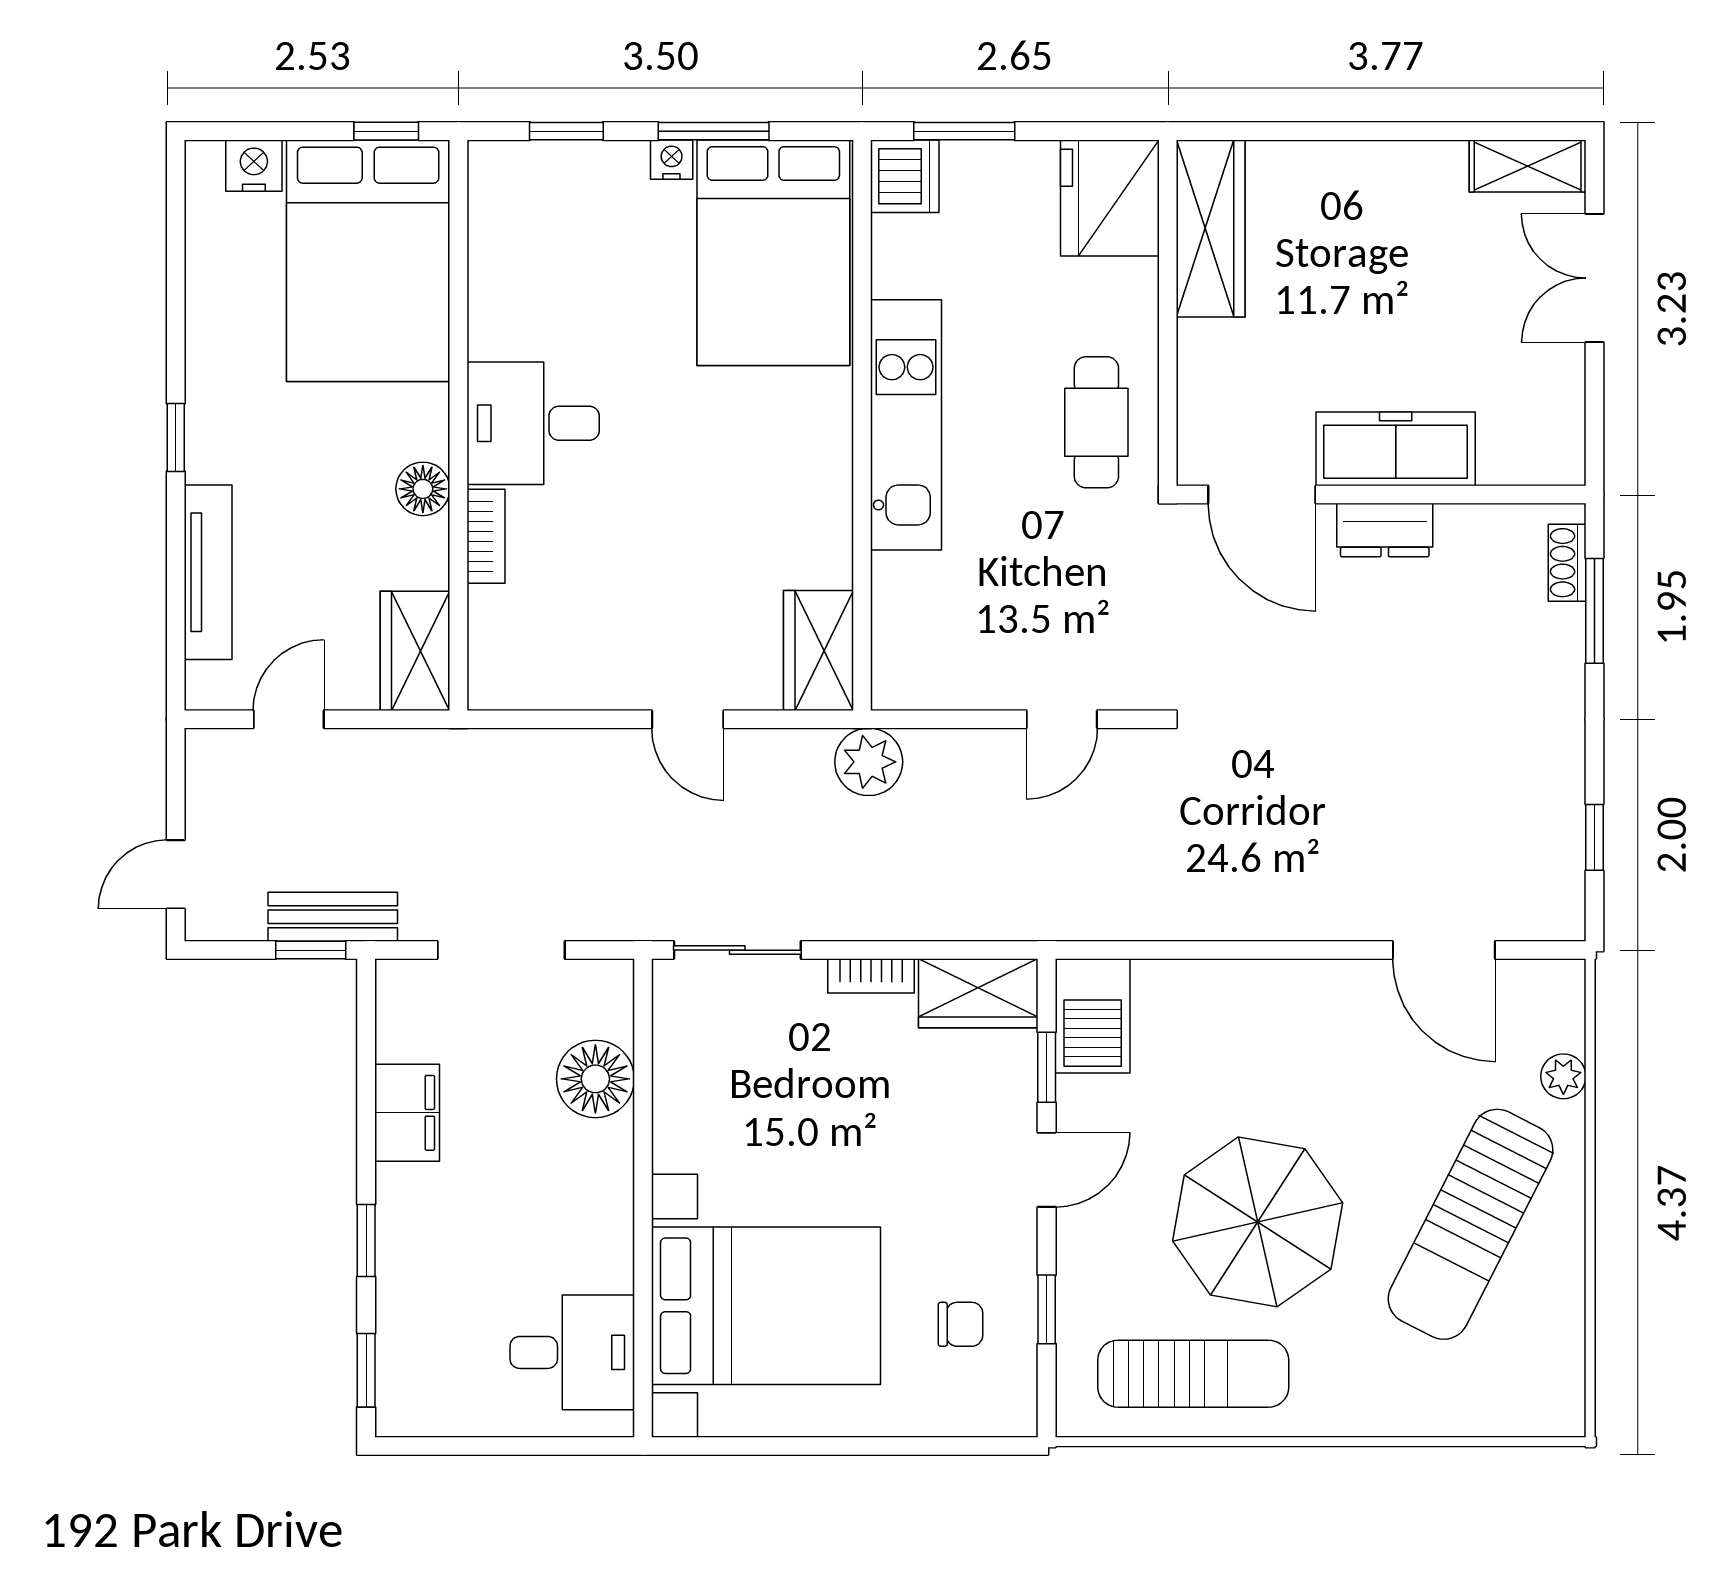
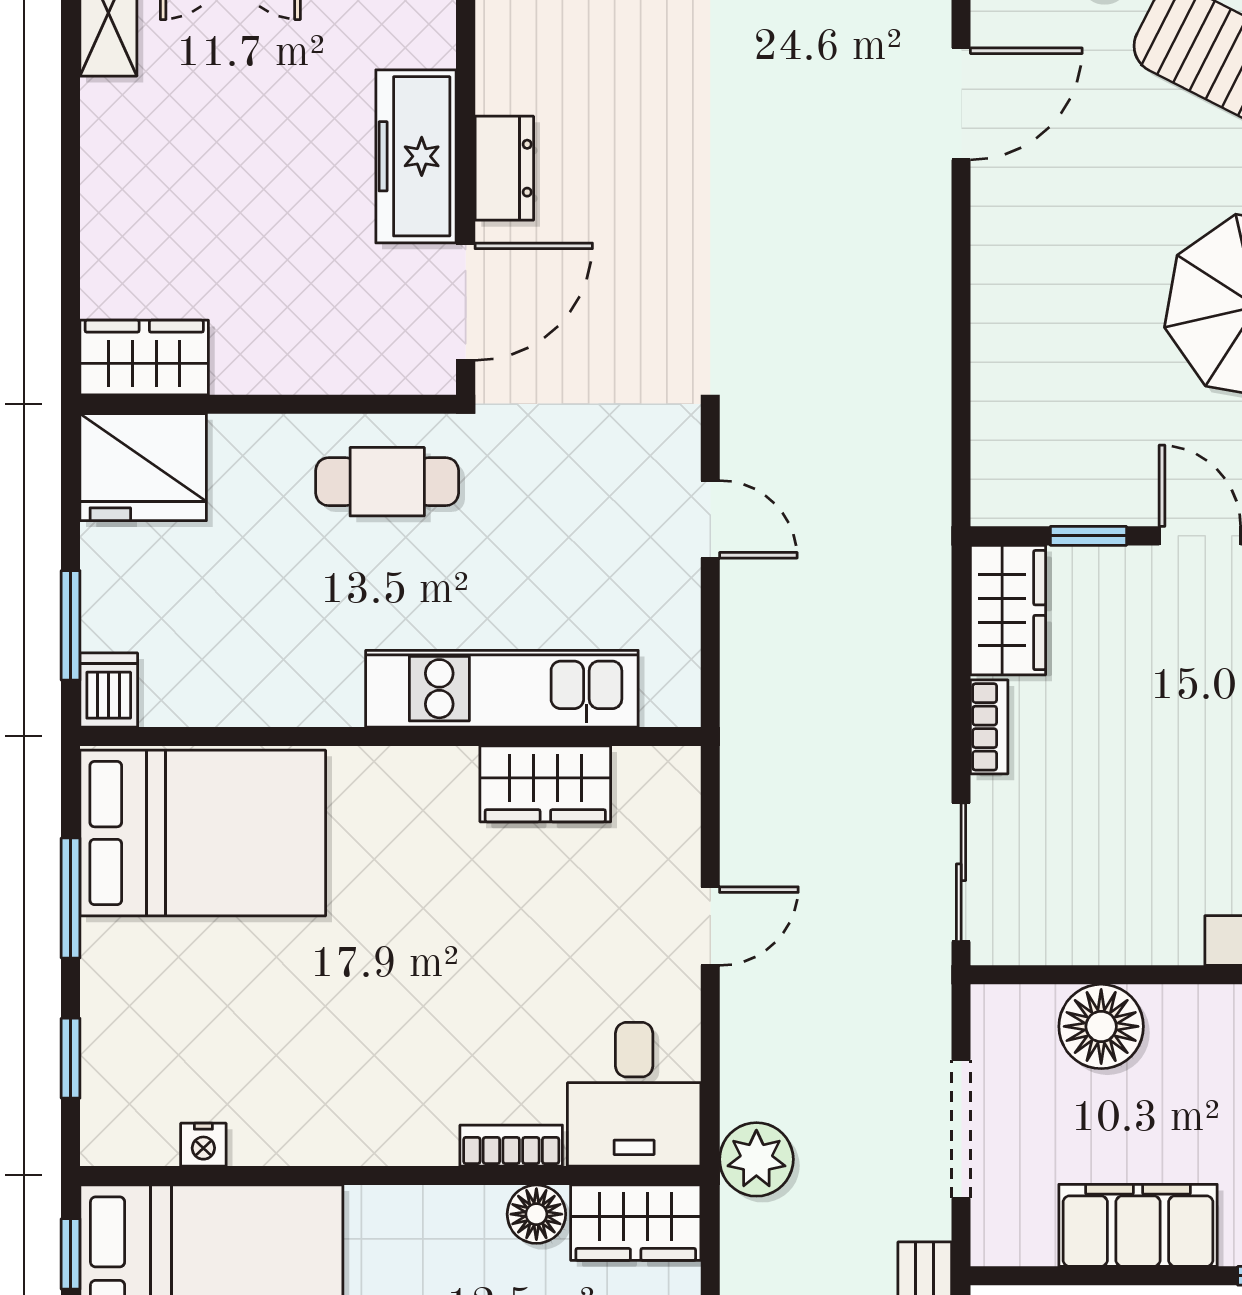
nightstand: (672, 160) -> (203, 1145), moved, turned -90
dishwasher: (905, 176) -> (109, 690), width x0.73
wardrobe: (1211, 228) -> (144, 358), width x0.67
desk: (533, 423) -> (634, 1094), moved
kitchen unit: (906, 425) -> (502, 689), moved
floor lamp: (423, 489) -> (536, 1214), moved
wardrobe: (819, 651) -> (545, 784), moved
plant: (869, 762) -> (756, 1159), moved
barbecue: (1093, 1016) -> (1033, 486), removed
filing cabinet: (407, 1113) -> (1138, 1225), width x1.50, depth x1.17

